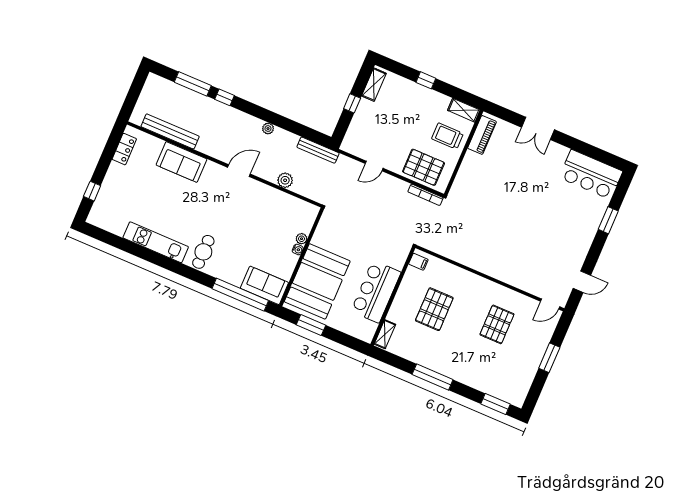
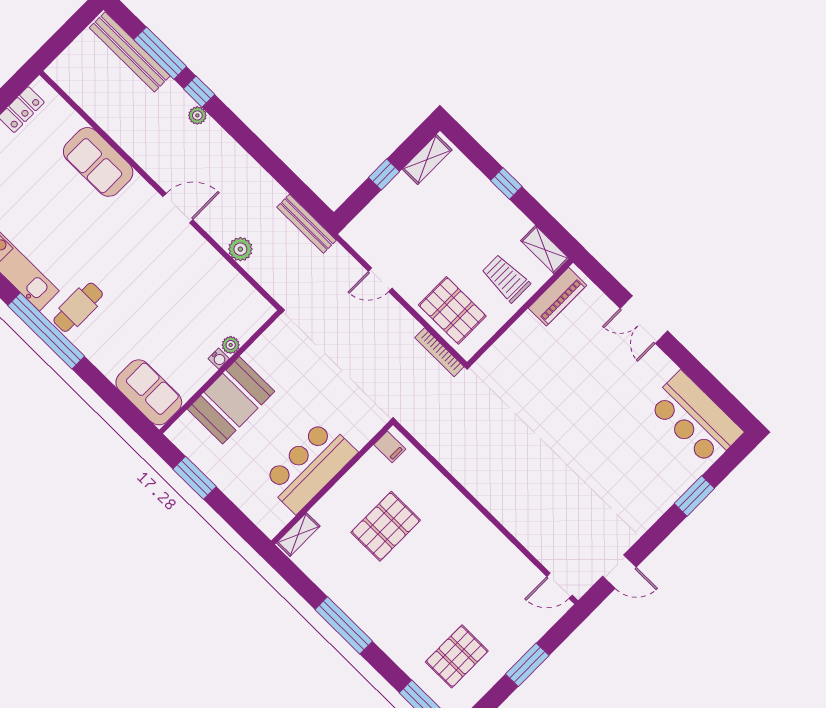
plant: (268, 129) -> (197, 115), moved
bench: (170, 131) -> (130, 52), moved
booth: (317, 281) -> (231, 400), width x0.73, depth x0.70
window: (240, 295) -> (46, 331), moved
pallet: (497, 324) -> (457, 656), moved

